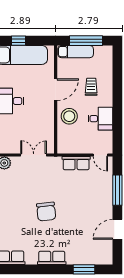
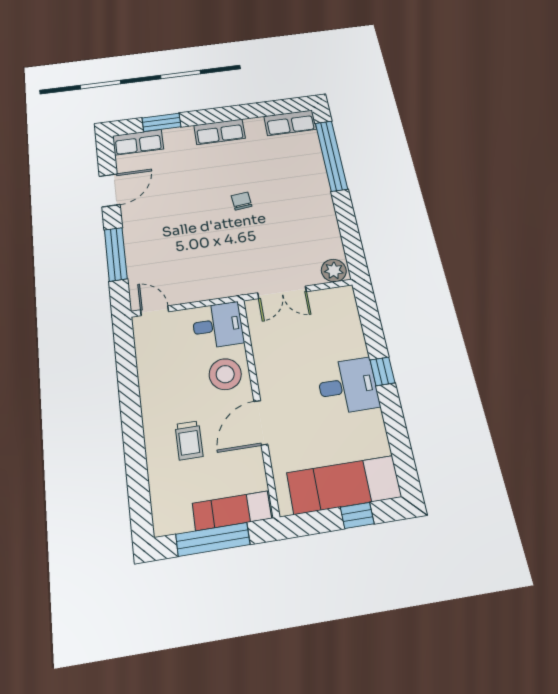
desk: (100, 119) -> (218, 325), moved, turned 180
row of seats: (76, 163) -> (138, 142), moved, turned 180
chair: (46, 212) -> (241, 201), width x0.54, depth x0.54

